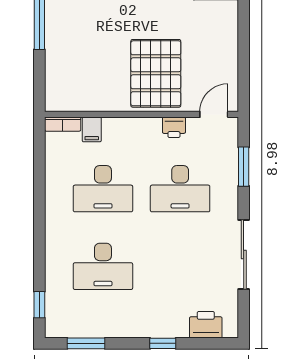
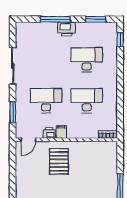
pallet: (156, 73) -> (59, 161), width x0.73, depth x0.71
filing cabinet: (92, 129) -> (61, 132), moved
printer: (206, 325) -> (67, 29), moved
window: (163, 343) -> (55, 19), width x2.17

